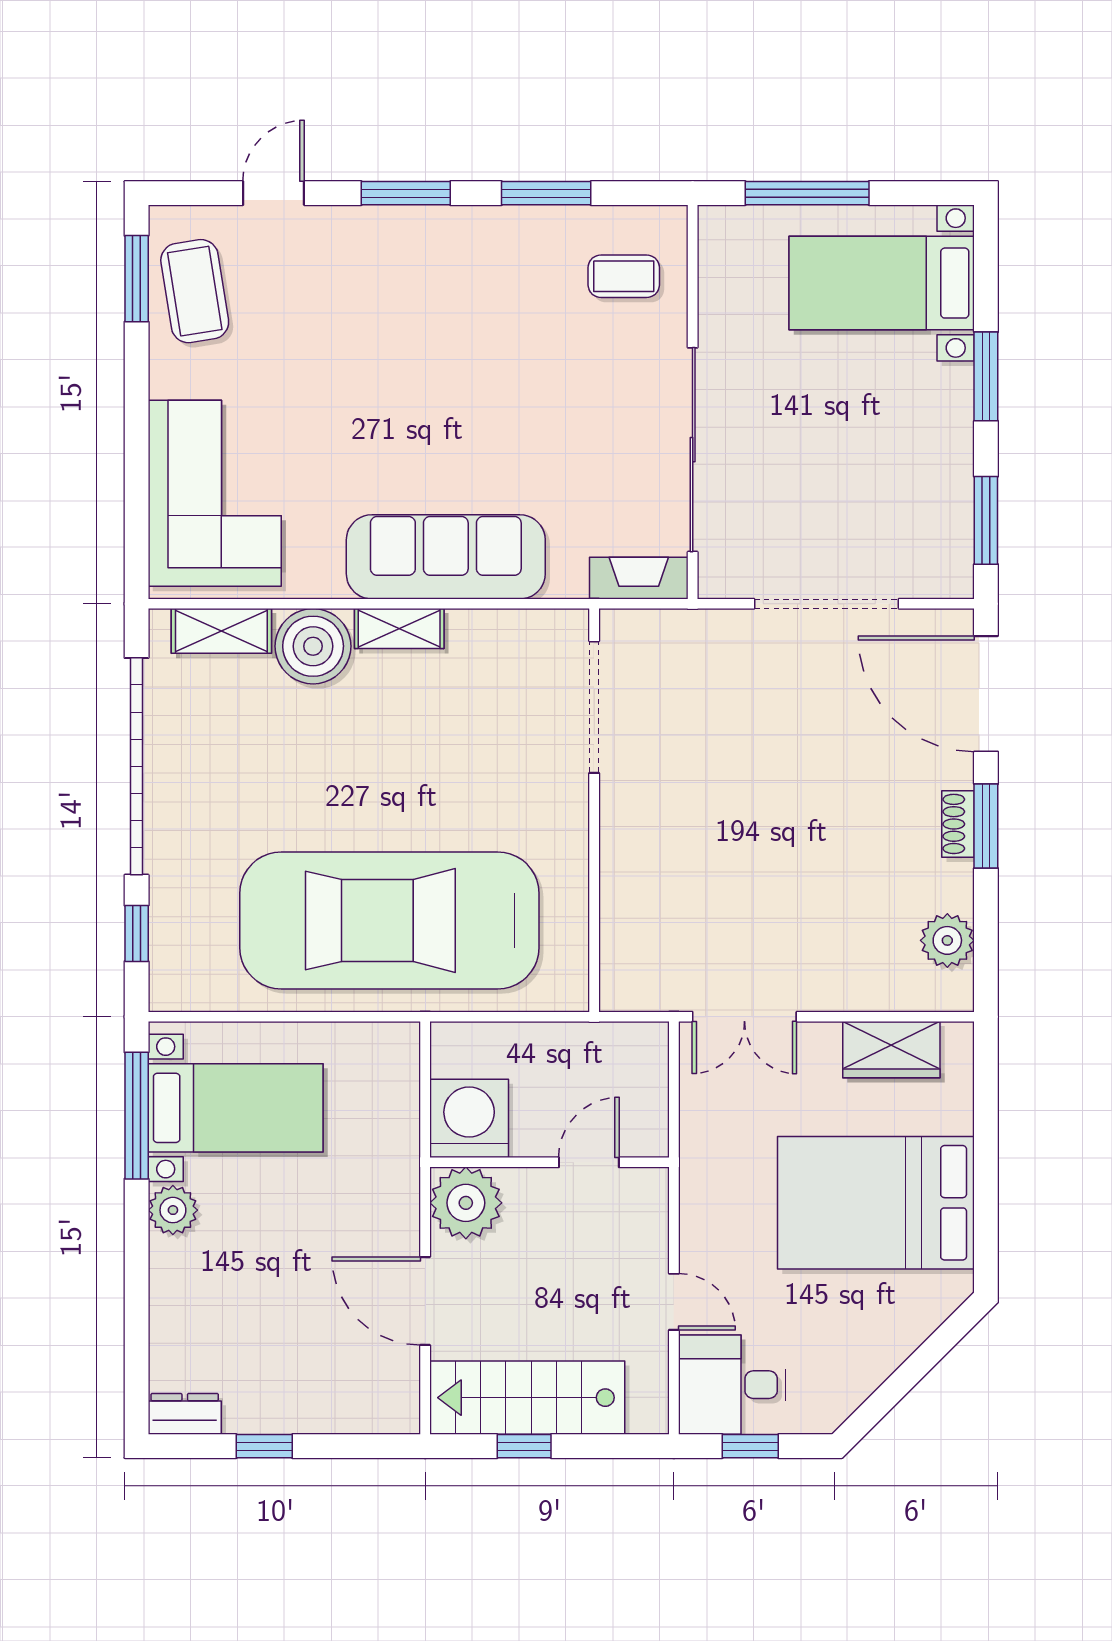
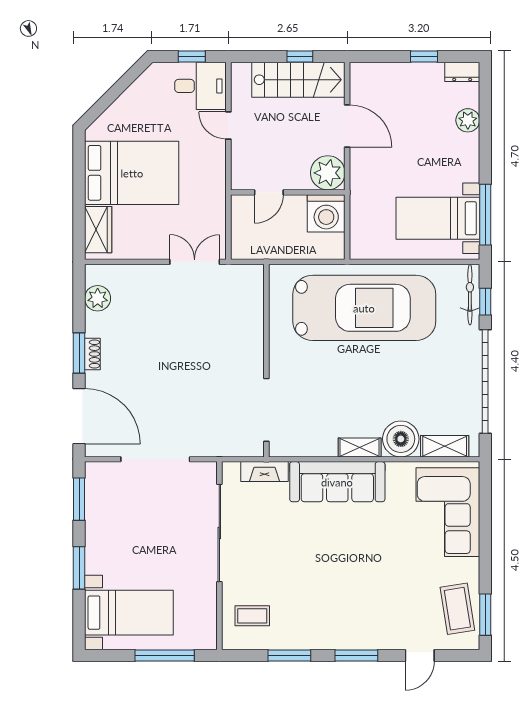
fireplace: (639, 578) -> (264, 472), moved
bicycle: (168, 948) -> (470, 295), added
wardrobe: (891, 1050) -> (98, 230), moved, turned 90
plant: (173, 1210) -> (468, 120), moved

